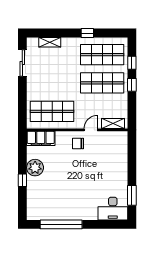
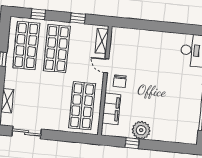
window: (132, 85) -> (78, 18), moved
filing cabinet: (41, 138) -> (111, 109), moved
window: (22, 180) -> (132, 143), moved
window: (132, 195) -> (181, 29), removed

